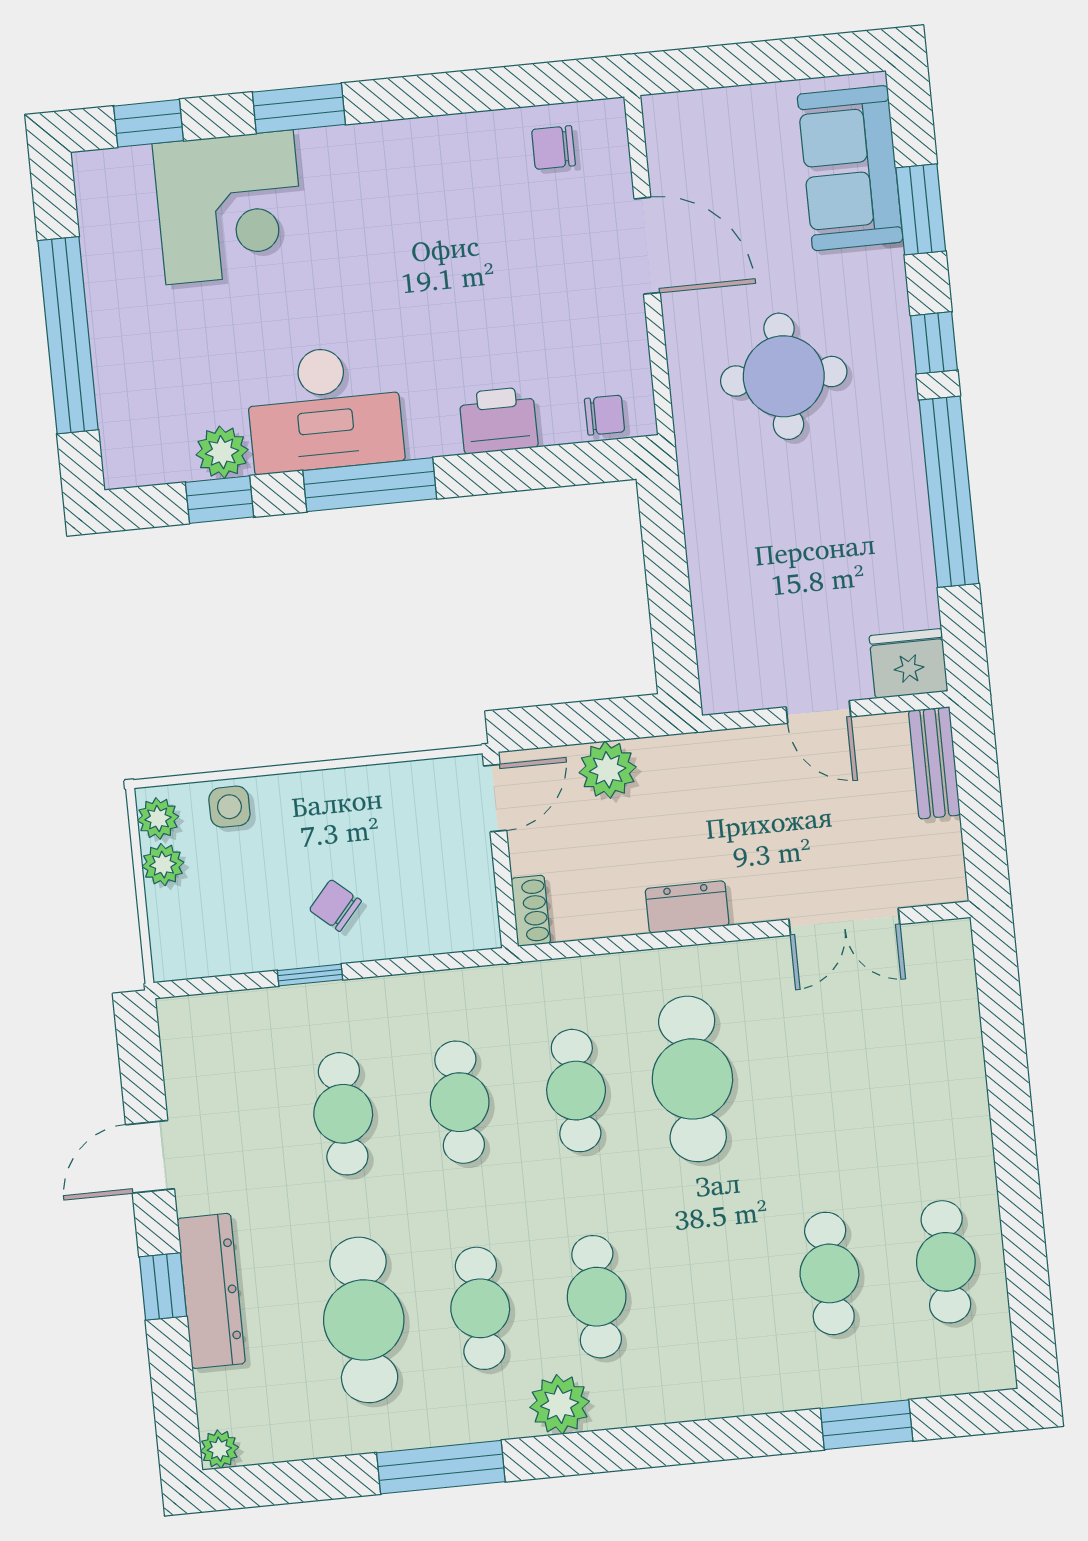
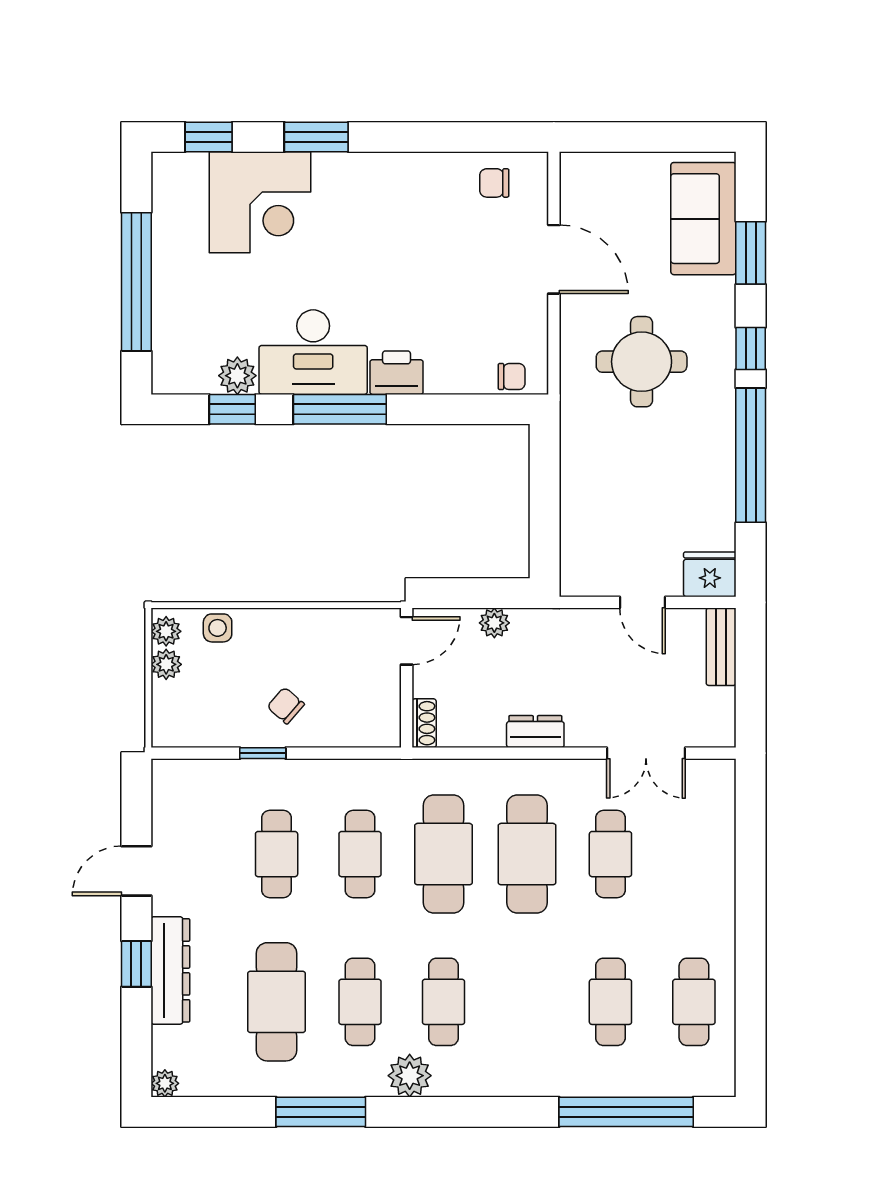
printer: (498, 420) -> (396, 373), moved
plant: (608, 770) -> (494, 623), width x0.73, depth x0.73
cafe table: (809, 1067) -> (610, 854), added
cafe table: (576, 1091) -> (443, 854), width x1.37, depth x1.35
window: (867, 1425) -> (626, 1112), width x2.11

